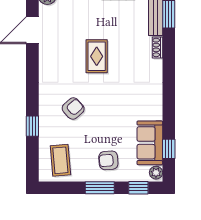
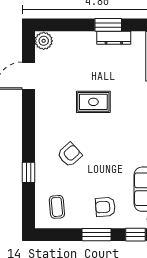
rug: (97, 56) -> (93, 102), turned 90
coffee table: (60, 160) -> (57, 207), width x0.73, depth x0.77

